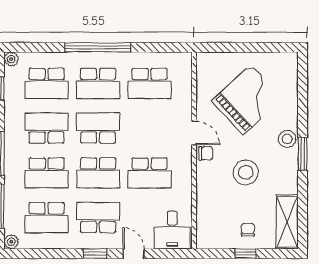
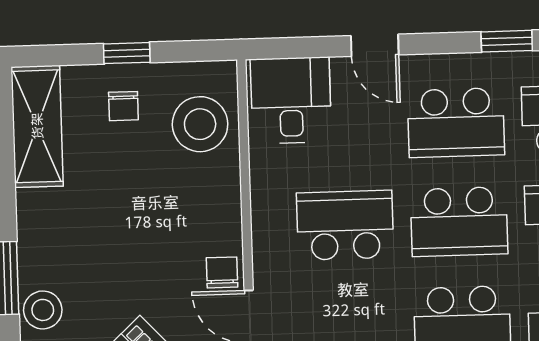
chair: (206, 153) -> (222, 272), turned 90
stool: (246, 172) -> (200, 124), moved
school desk: (98, 173) -> (459, 222), turned 180
window: (95, 254) -> (507, 41), moved

